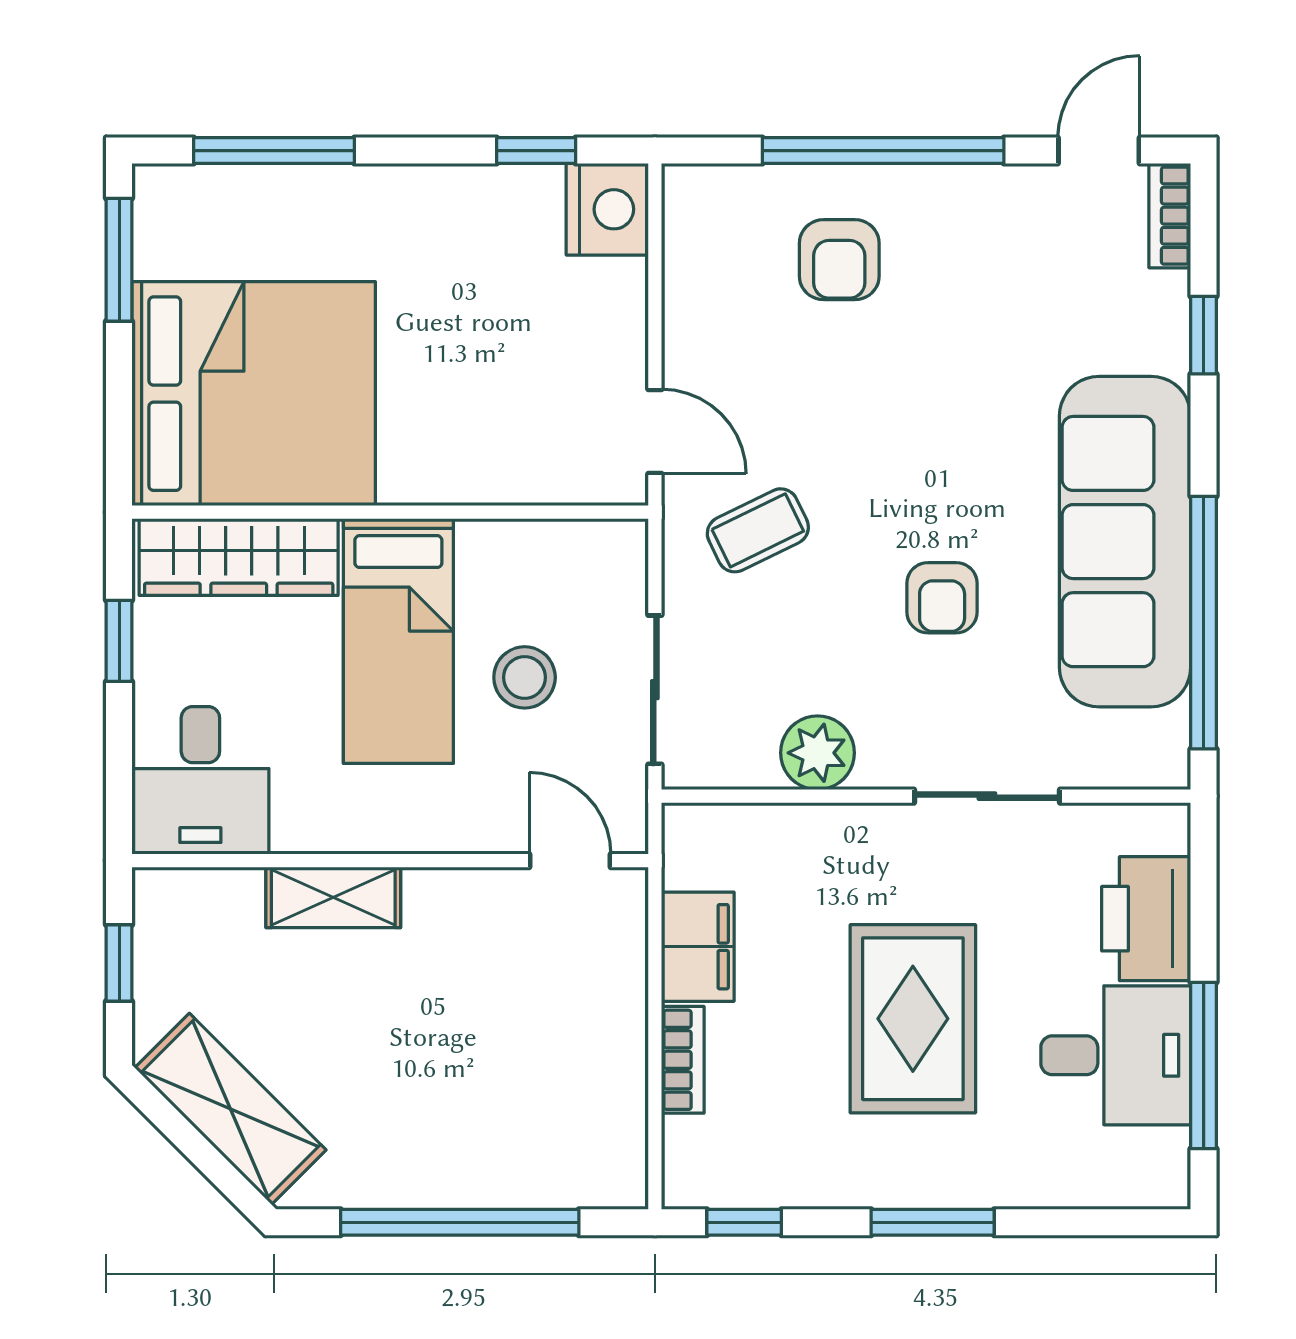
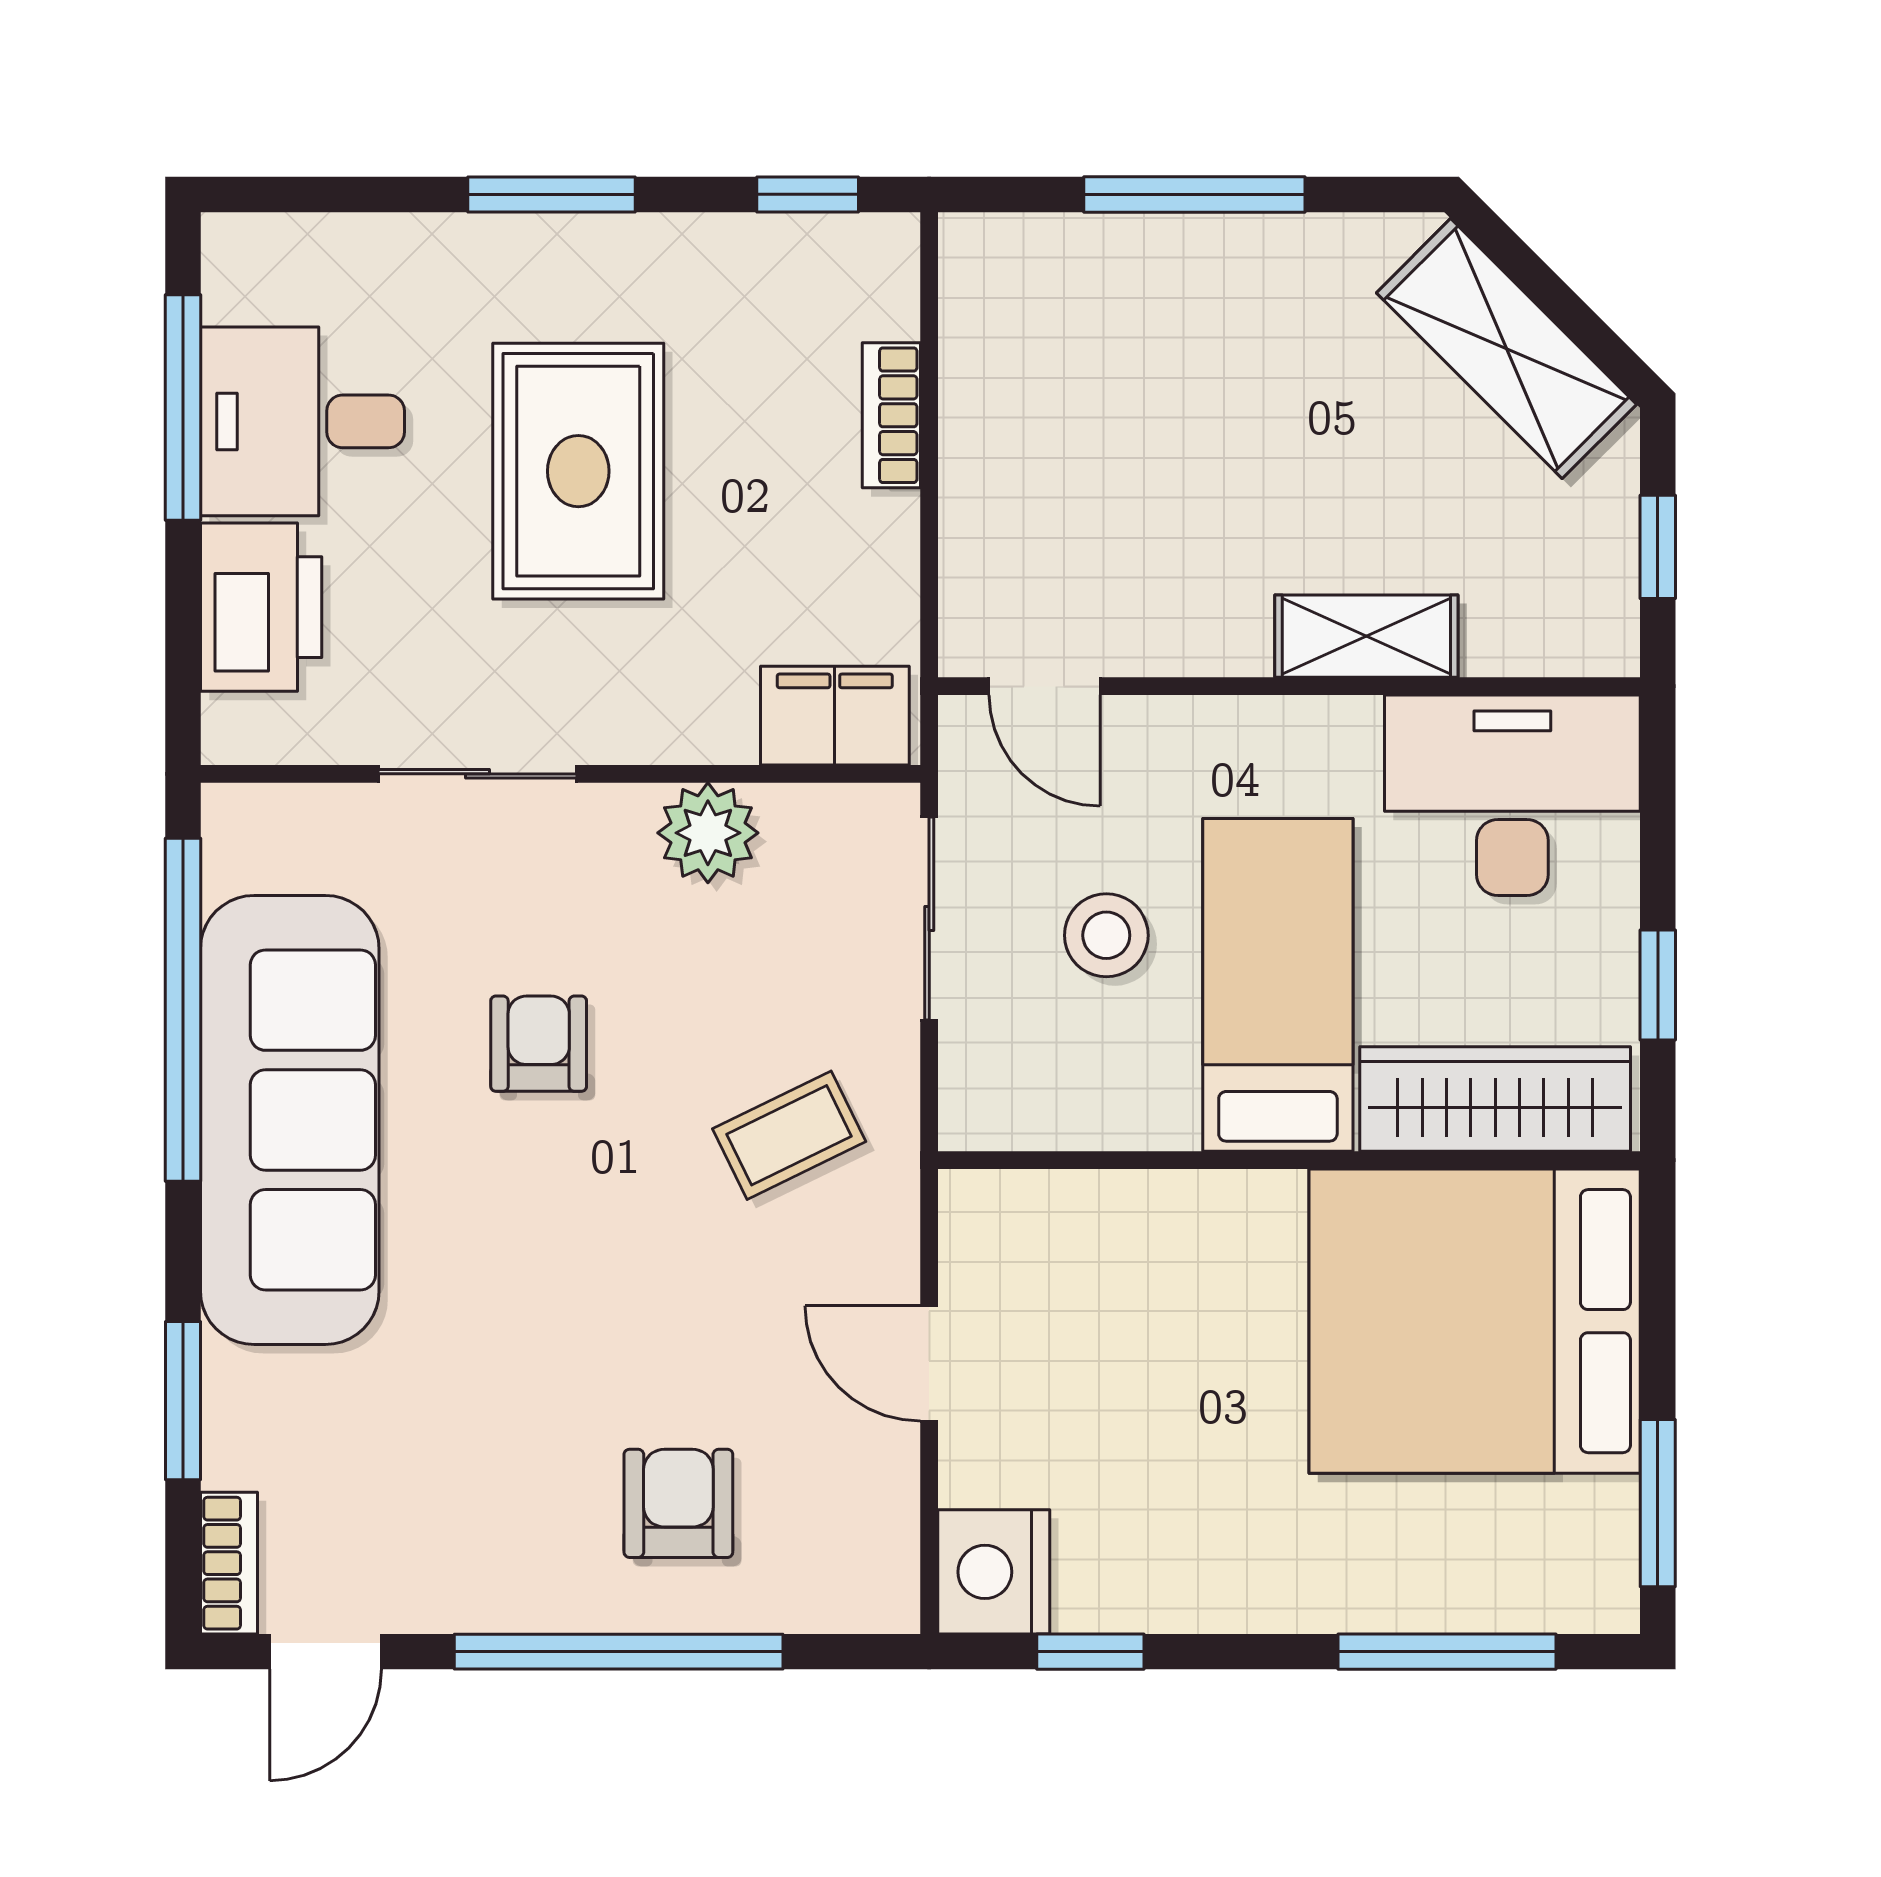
window: (1204, 335) -> (183, 1401), width x1.50
door: (655, 432) -> (929, 1364), moved
desk: (200, 780) -> (1512, 795), width x1.37
filing cabinet: (698, 947) -> (835, 716), moved, turned 90
window: (460, 1222) -> (1194, 194), width x0.68

